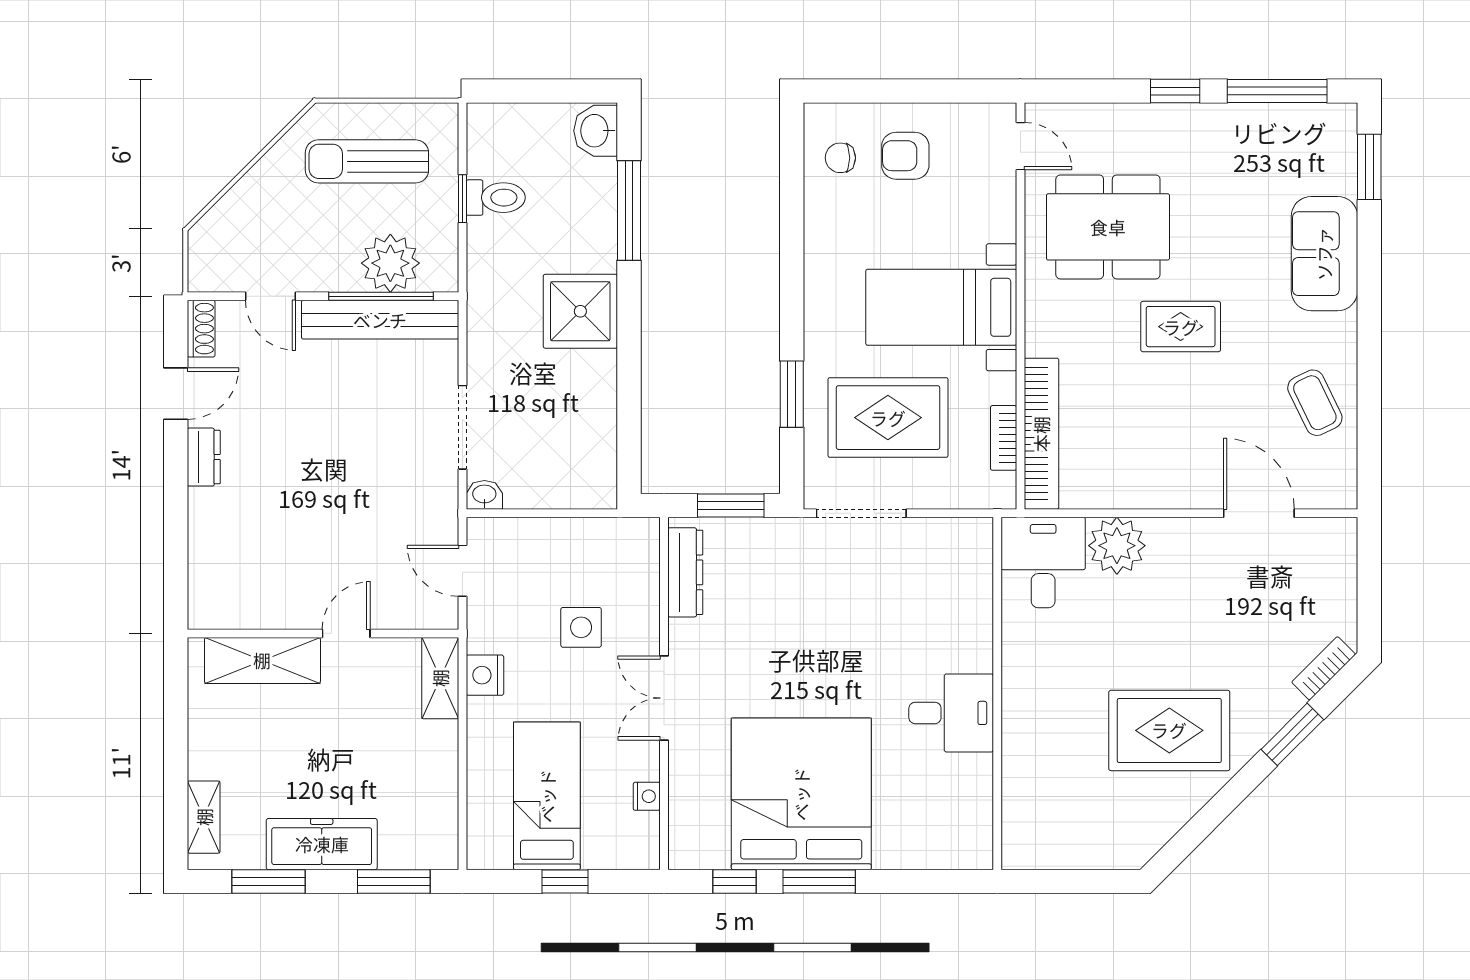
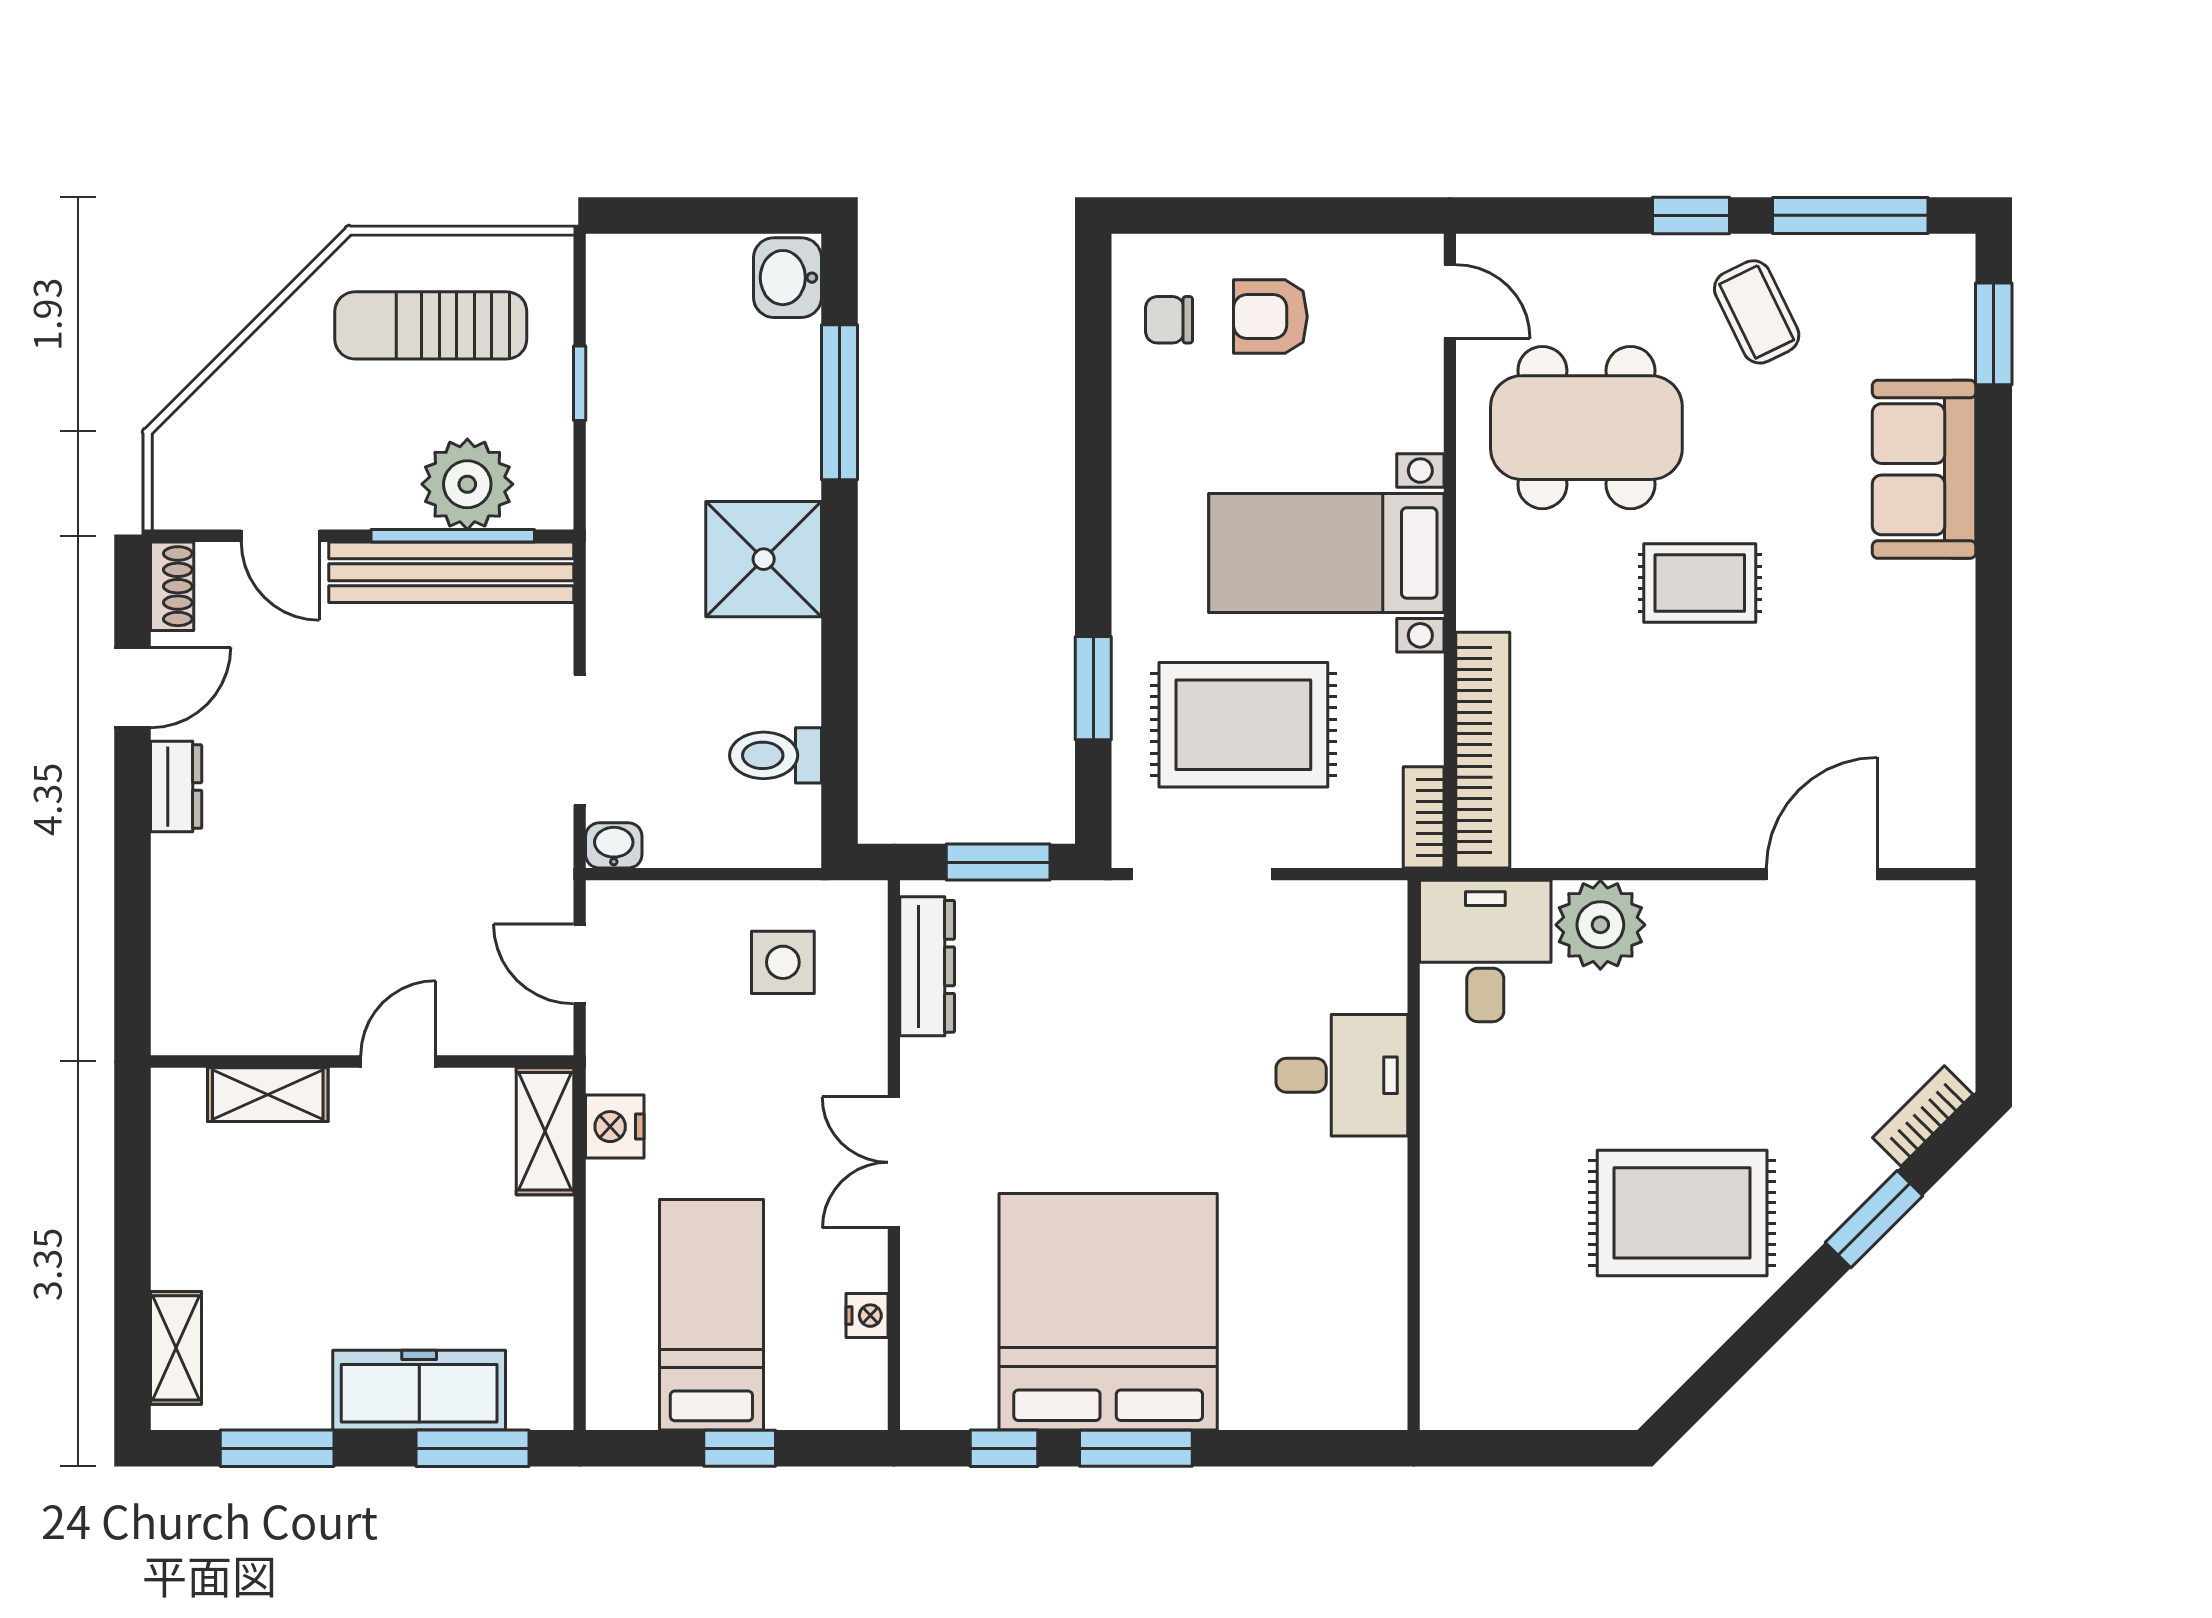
toilet: (496, 198) -> (776, 755), moved, turned 180
coffee table: (1315, 403) -> (1757, 312), moved
bookcase: (1004, 438) -> (1424, 817), moved
door: (1259, 513) -> (1822, 874), hinge flipped
side table: (581, 627) -> (783, 962), moved
shelving: (262, 660) -> (268, 1095), width x0.67, depth x0.75
desk: (951, 713) -> (1342, 1075), moved
freezer: (322, 844) -> (419, 1390), moved

